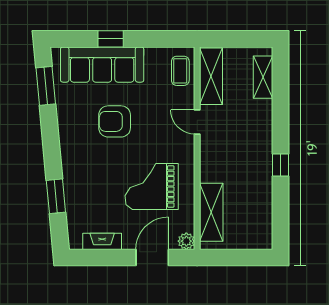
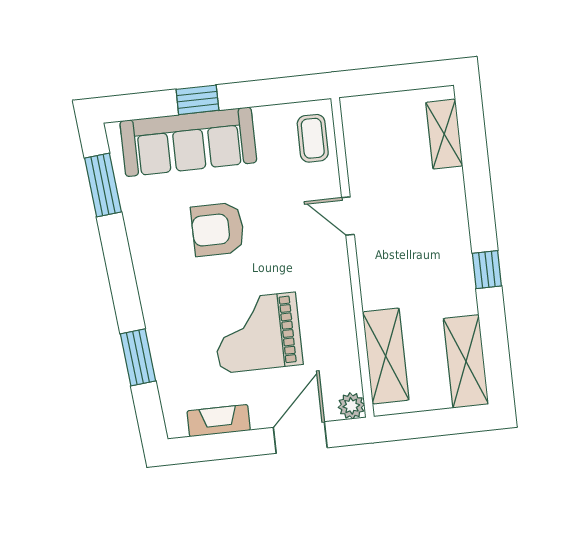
shelving: (211, 76) -> (466, 361), moved
grand piano: (152, 187) -> (257, 333), moved

